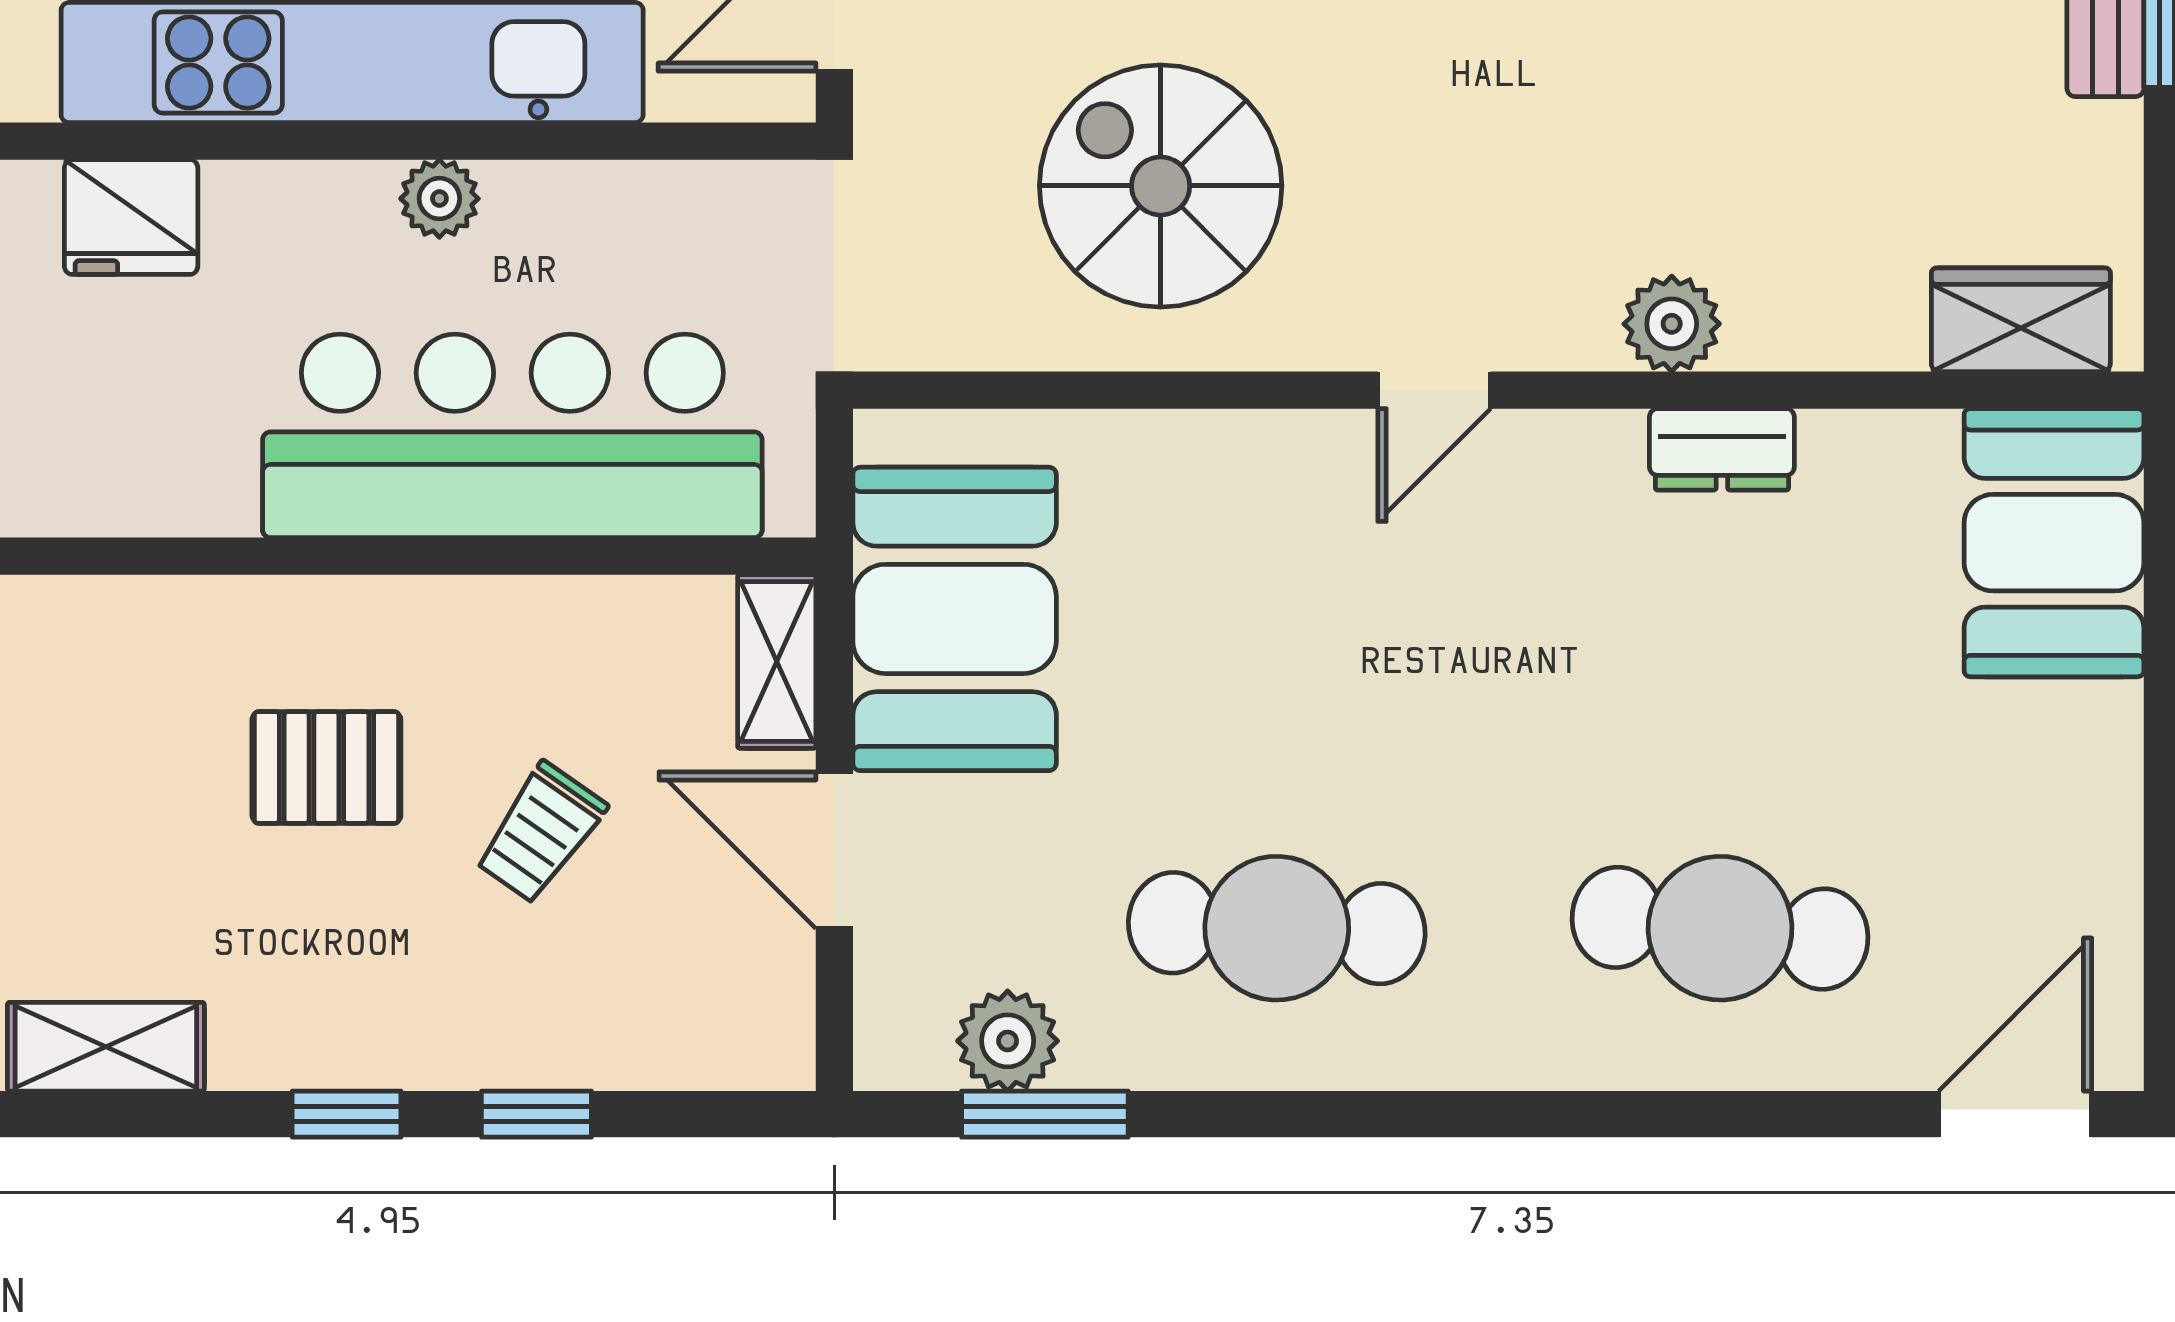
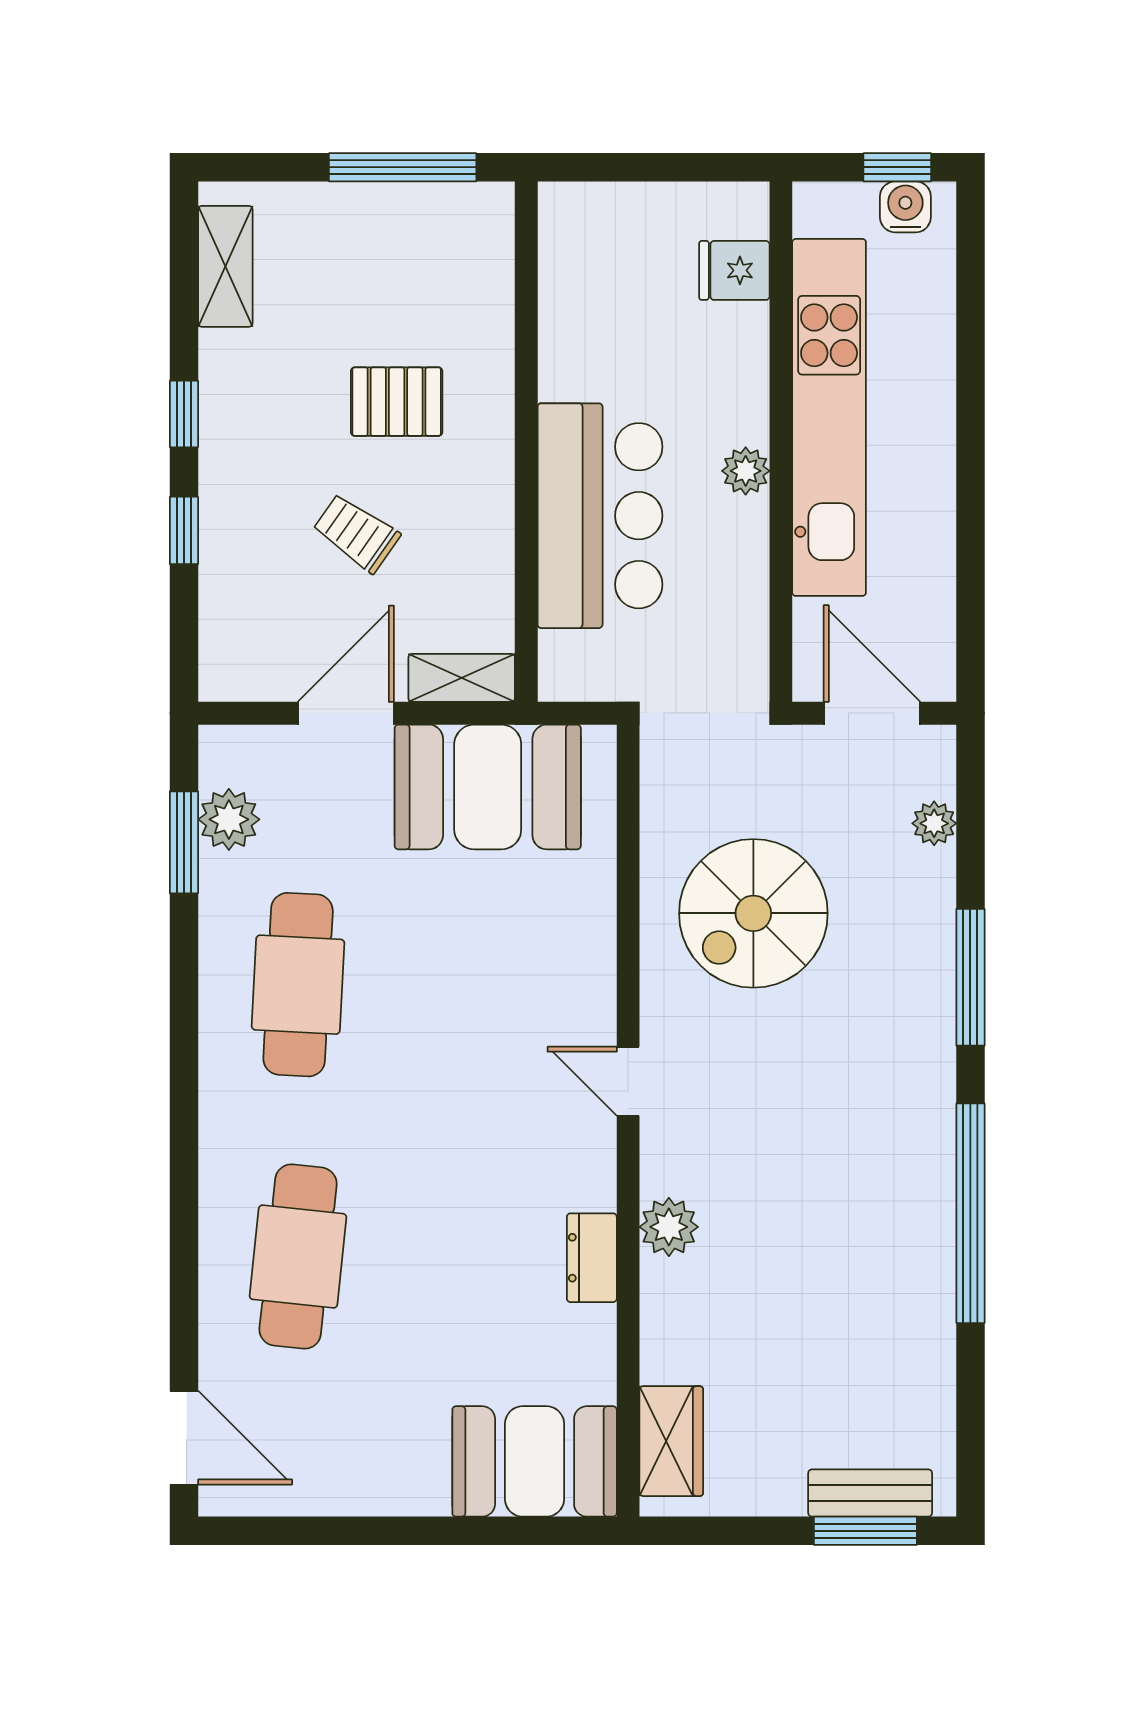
spiral stairs: (1161, 186) -> (753, 913), turned 180
fridge: (131, 217) -> (734, 270), width x0.72
bar counter: (512, 436) -> (600, 516), width x0.73
pallet: (326, 767) -> (397, 402), turned 90

